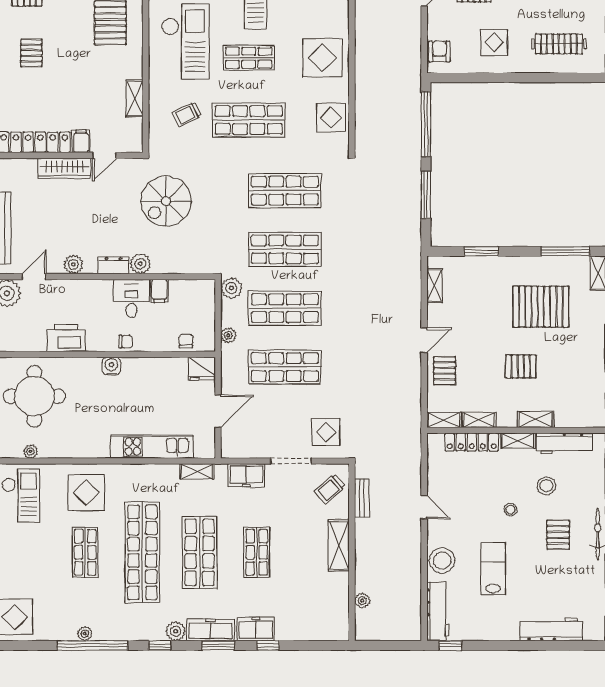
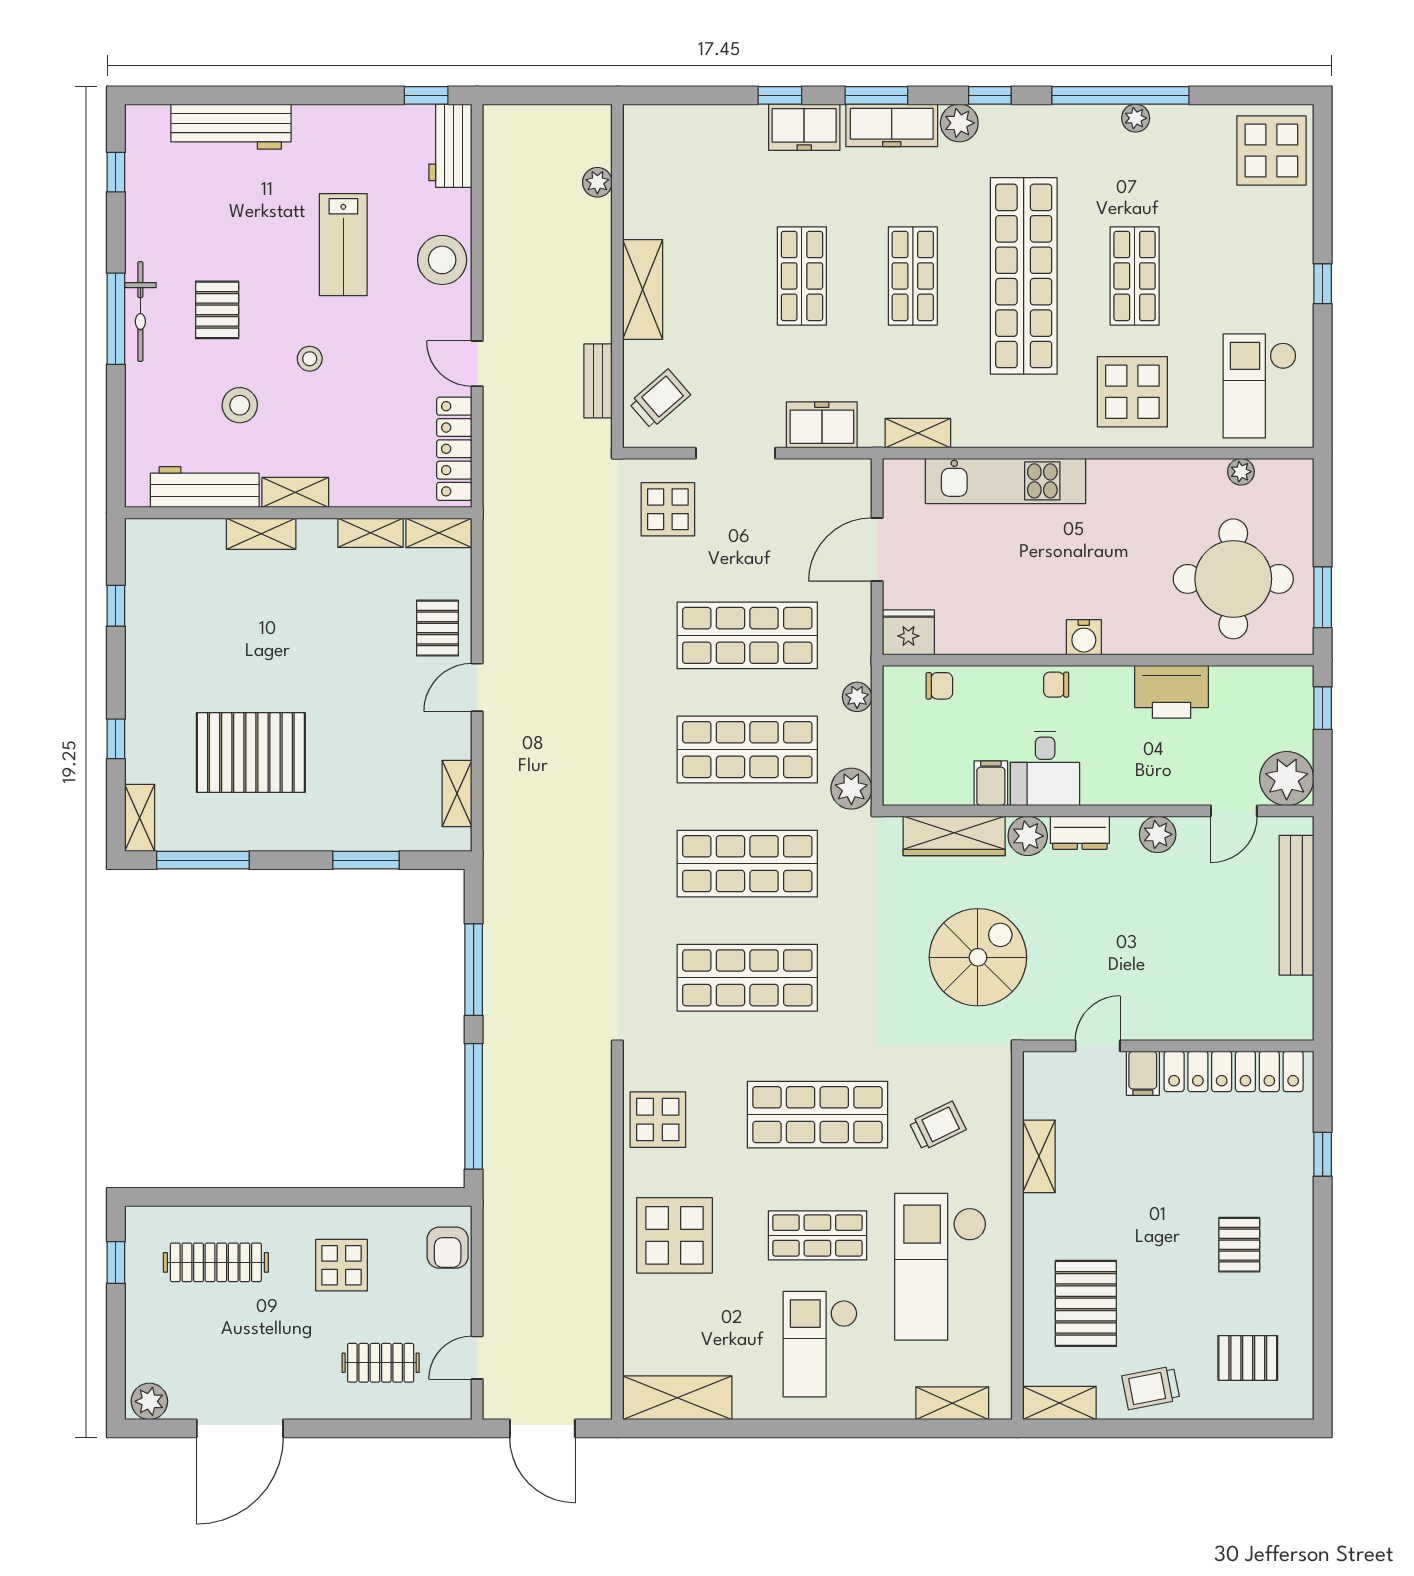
wardrobe: (64, 168) -> (954, 836), moved, turned 180
chair: (186, 341) -> (939, 686), turned -90
pallet: (521, 366) -> (289, 637), removed
locker: (472, 442) -> (454, 449), moved, turned -90
shop shelf: (200, 552) -> (913, 276), width x0.70, depth x0.74
workbench: (438, 611) -> (450, 146), width x0.73

